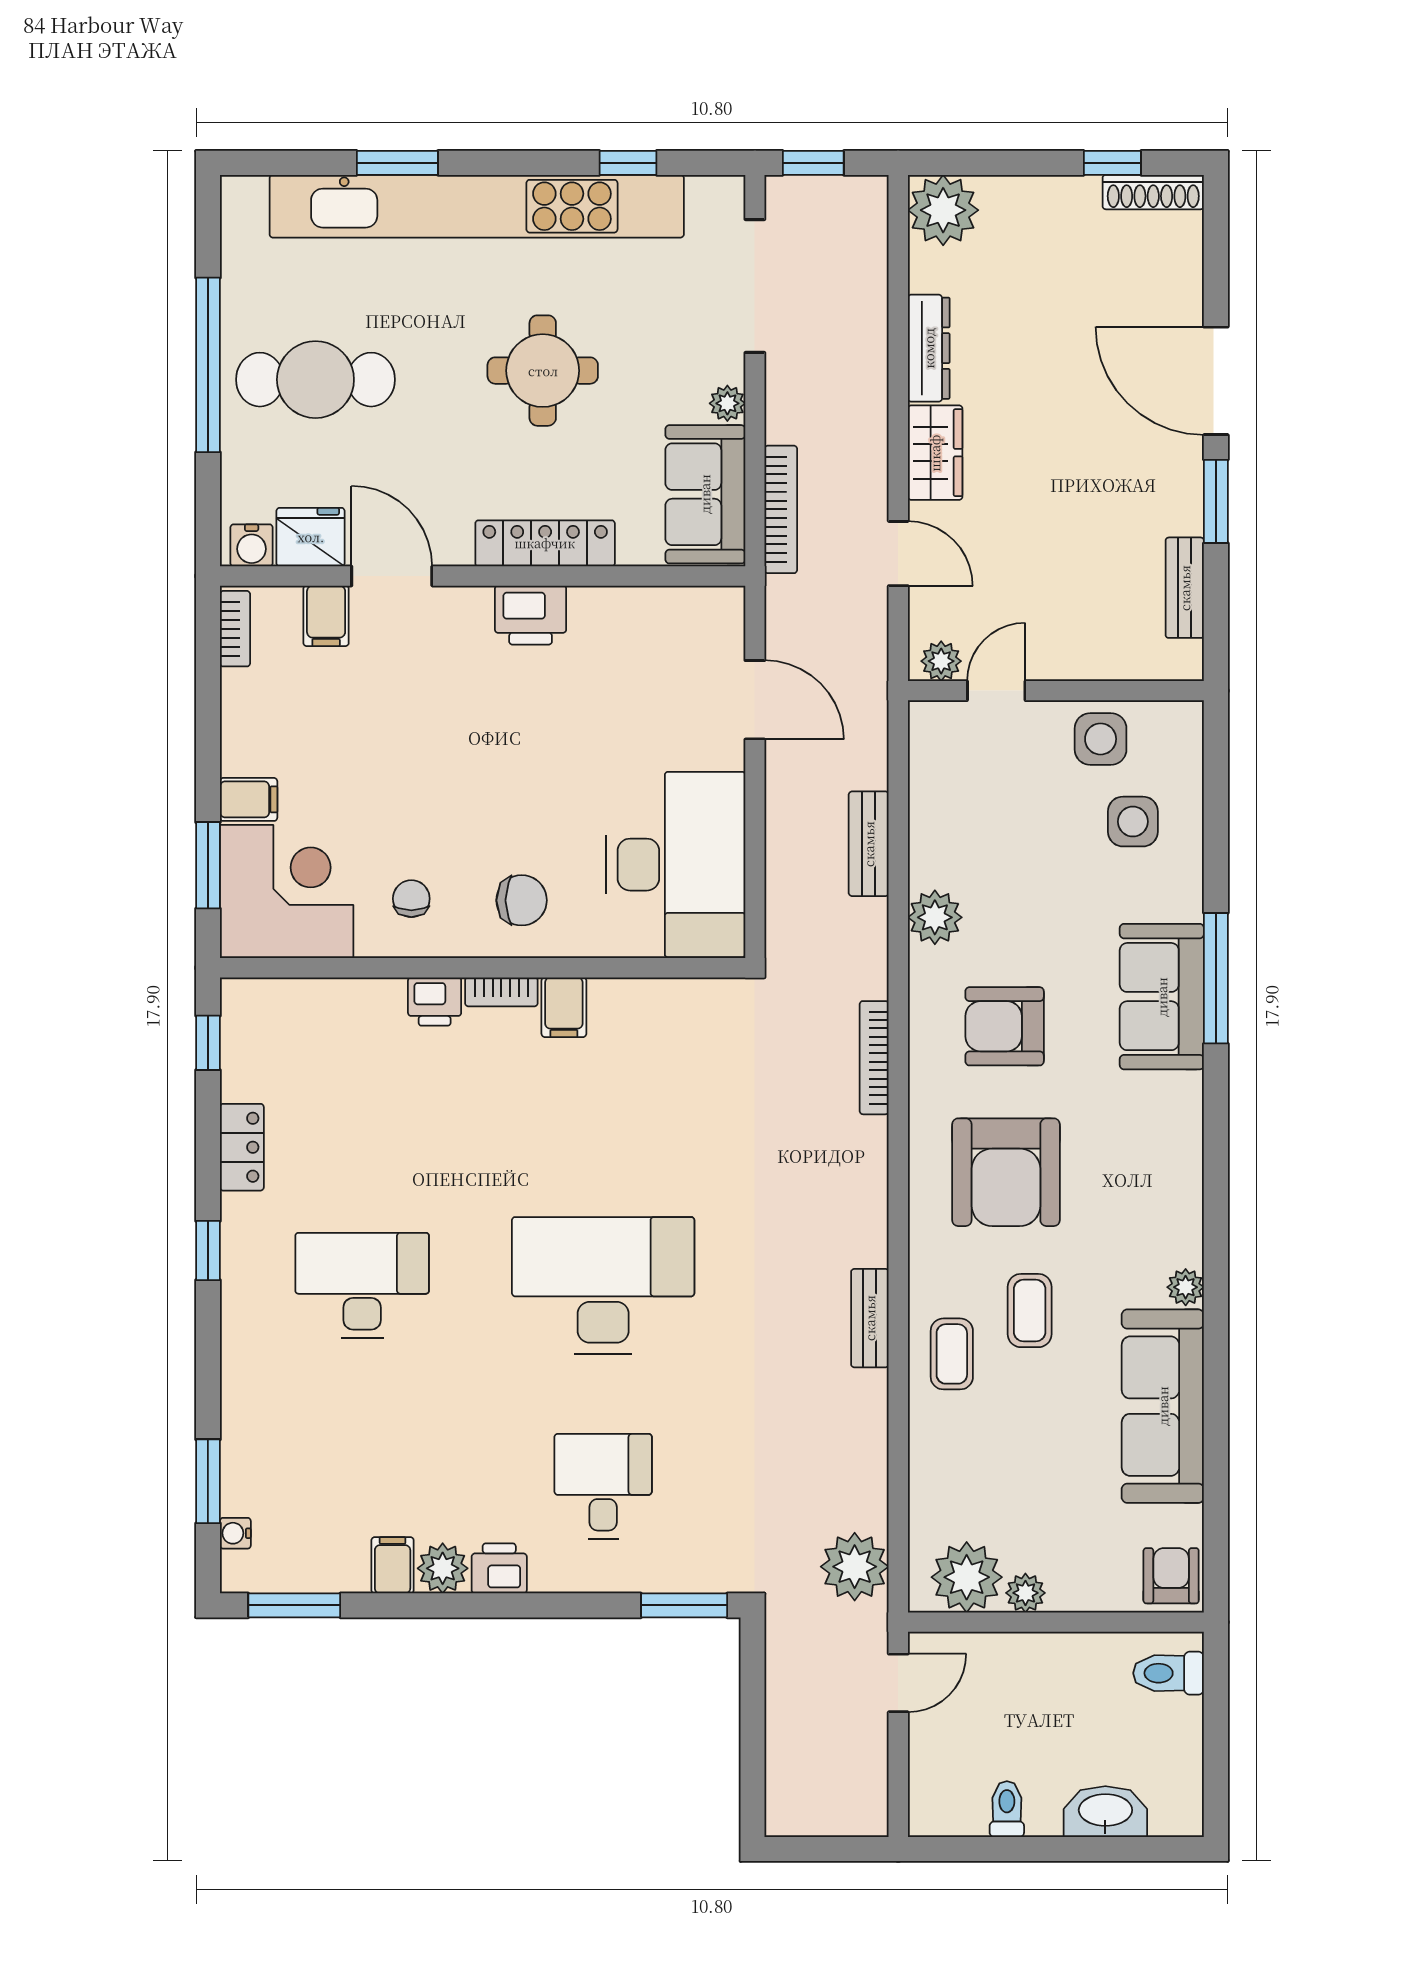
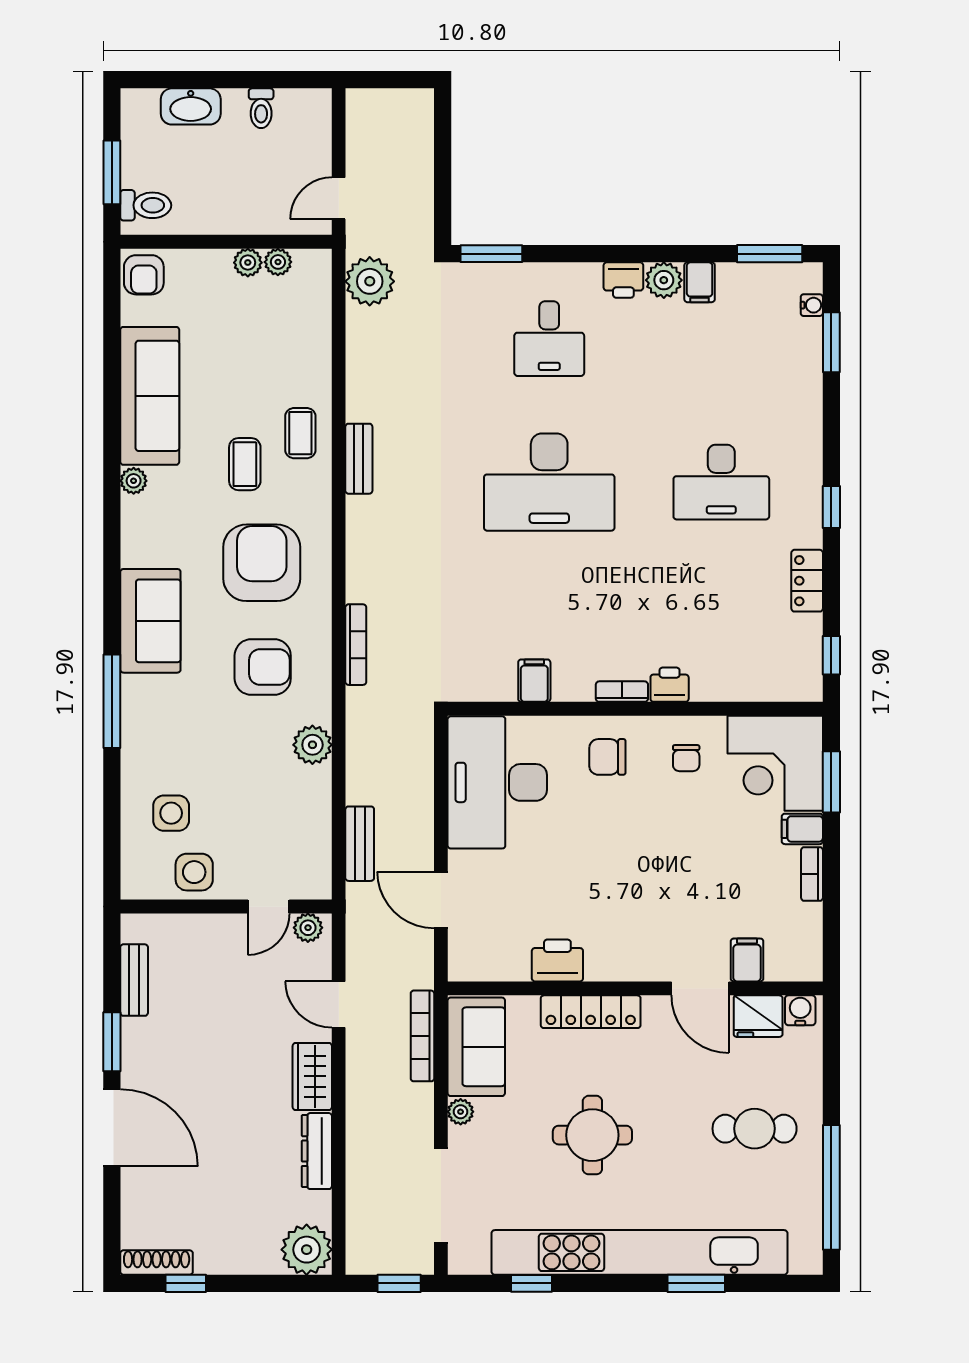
window: (208, 365) -> (831, 1187), moved
cafe table: (315, 380) -> (755, 1129), width x0.73, depth x0.74
printer: (531, 615) -> (557, 961), moved
bookcase: (235, 629) -> (812, 874), moved
bench: (869, 844) -> (360, 844), moved
sofa: (1162, 997) -> (150, 621), moved
filing cabinet: (564, 1007) -> (534, 681), moved
plant: (967, 1577) -> (278, 262), width x0.53, depth x0.53
window: (1216, 1719) -> (112, 172), added

